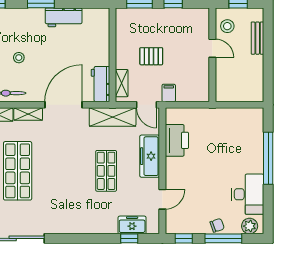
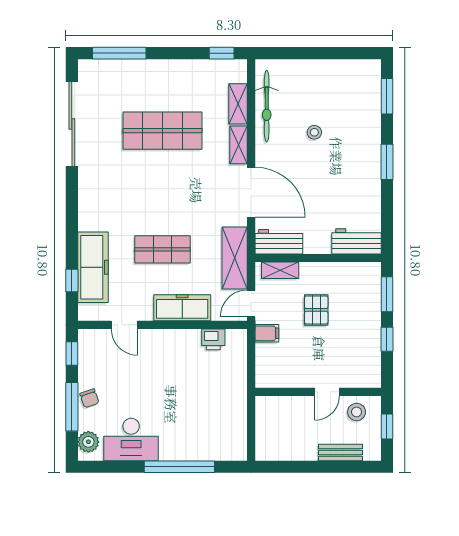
workbench: (64, 17) -> (356, 241), moved, turned 90
printer: (177, 140) -> (213, 339), width x0.53, depth x0.68
freezer: (132, 225) -> (93, 267), width x1.91, depth x1.26

